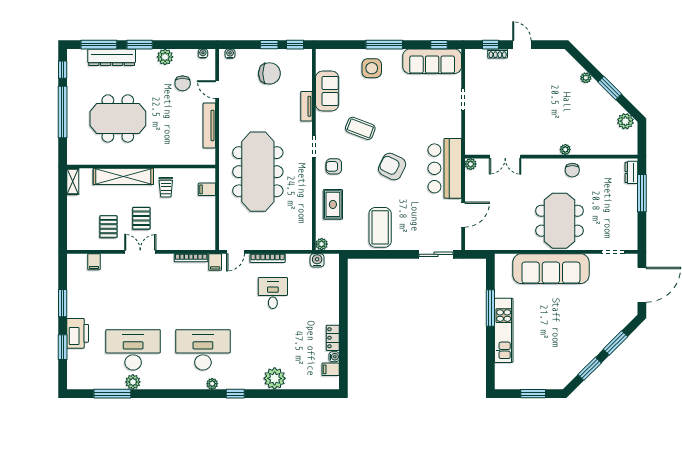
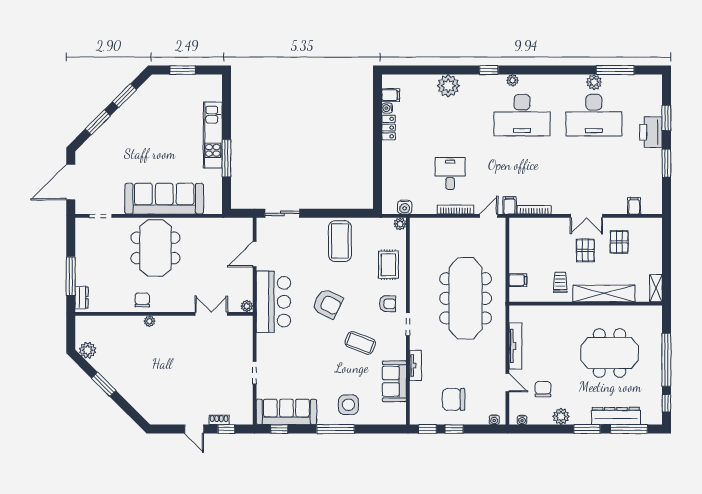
plant: (586, 78) -> (128, 395), removed
desk: (273, 293) -> (450, 174), turned 180

